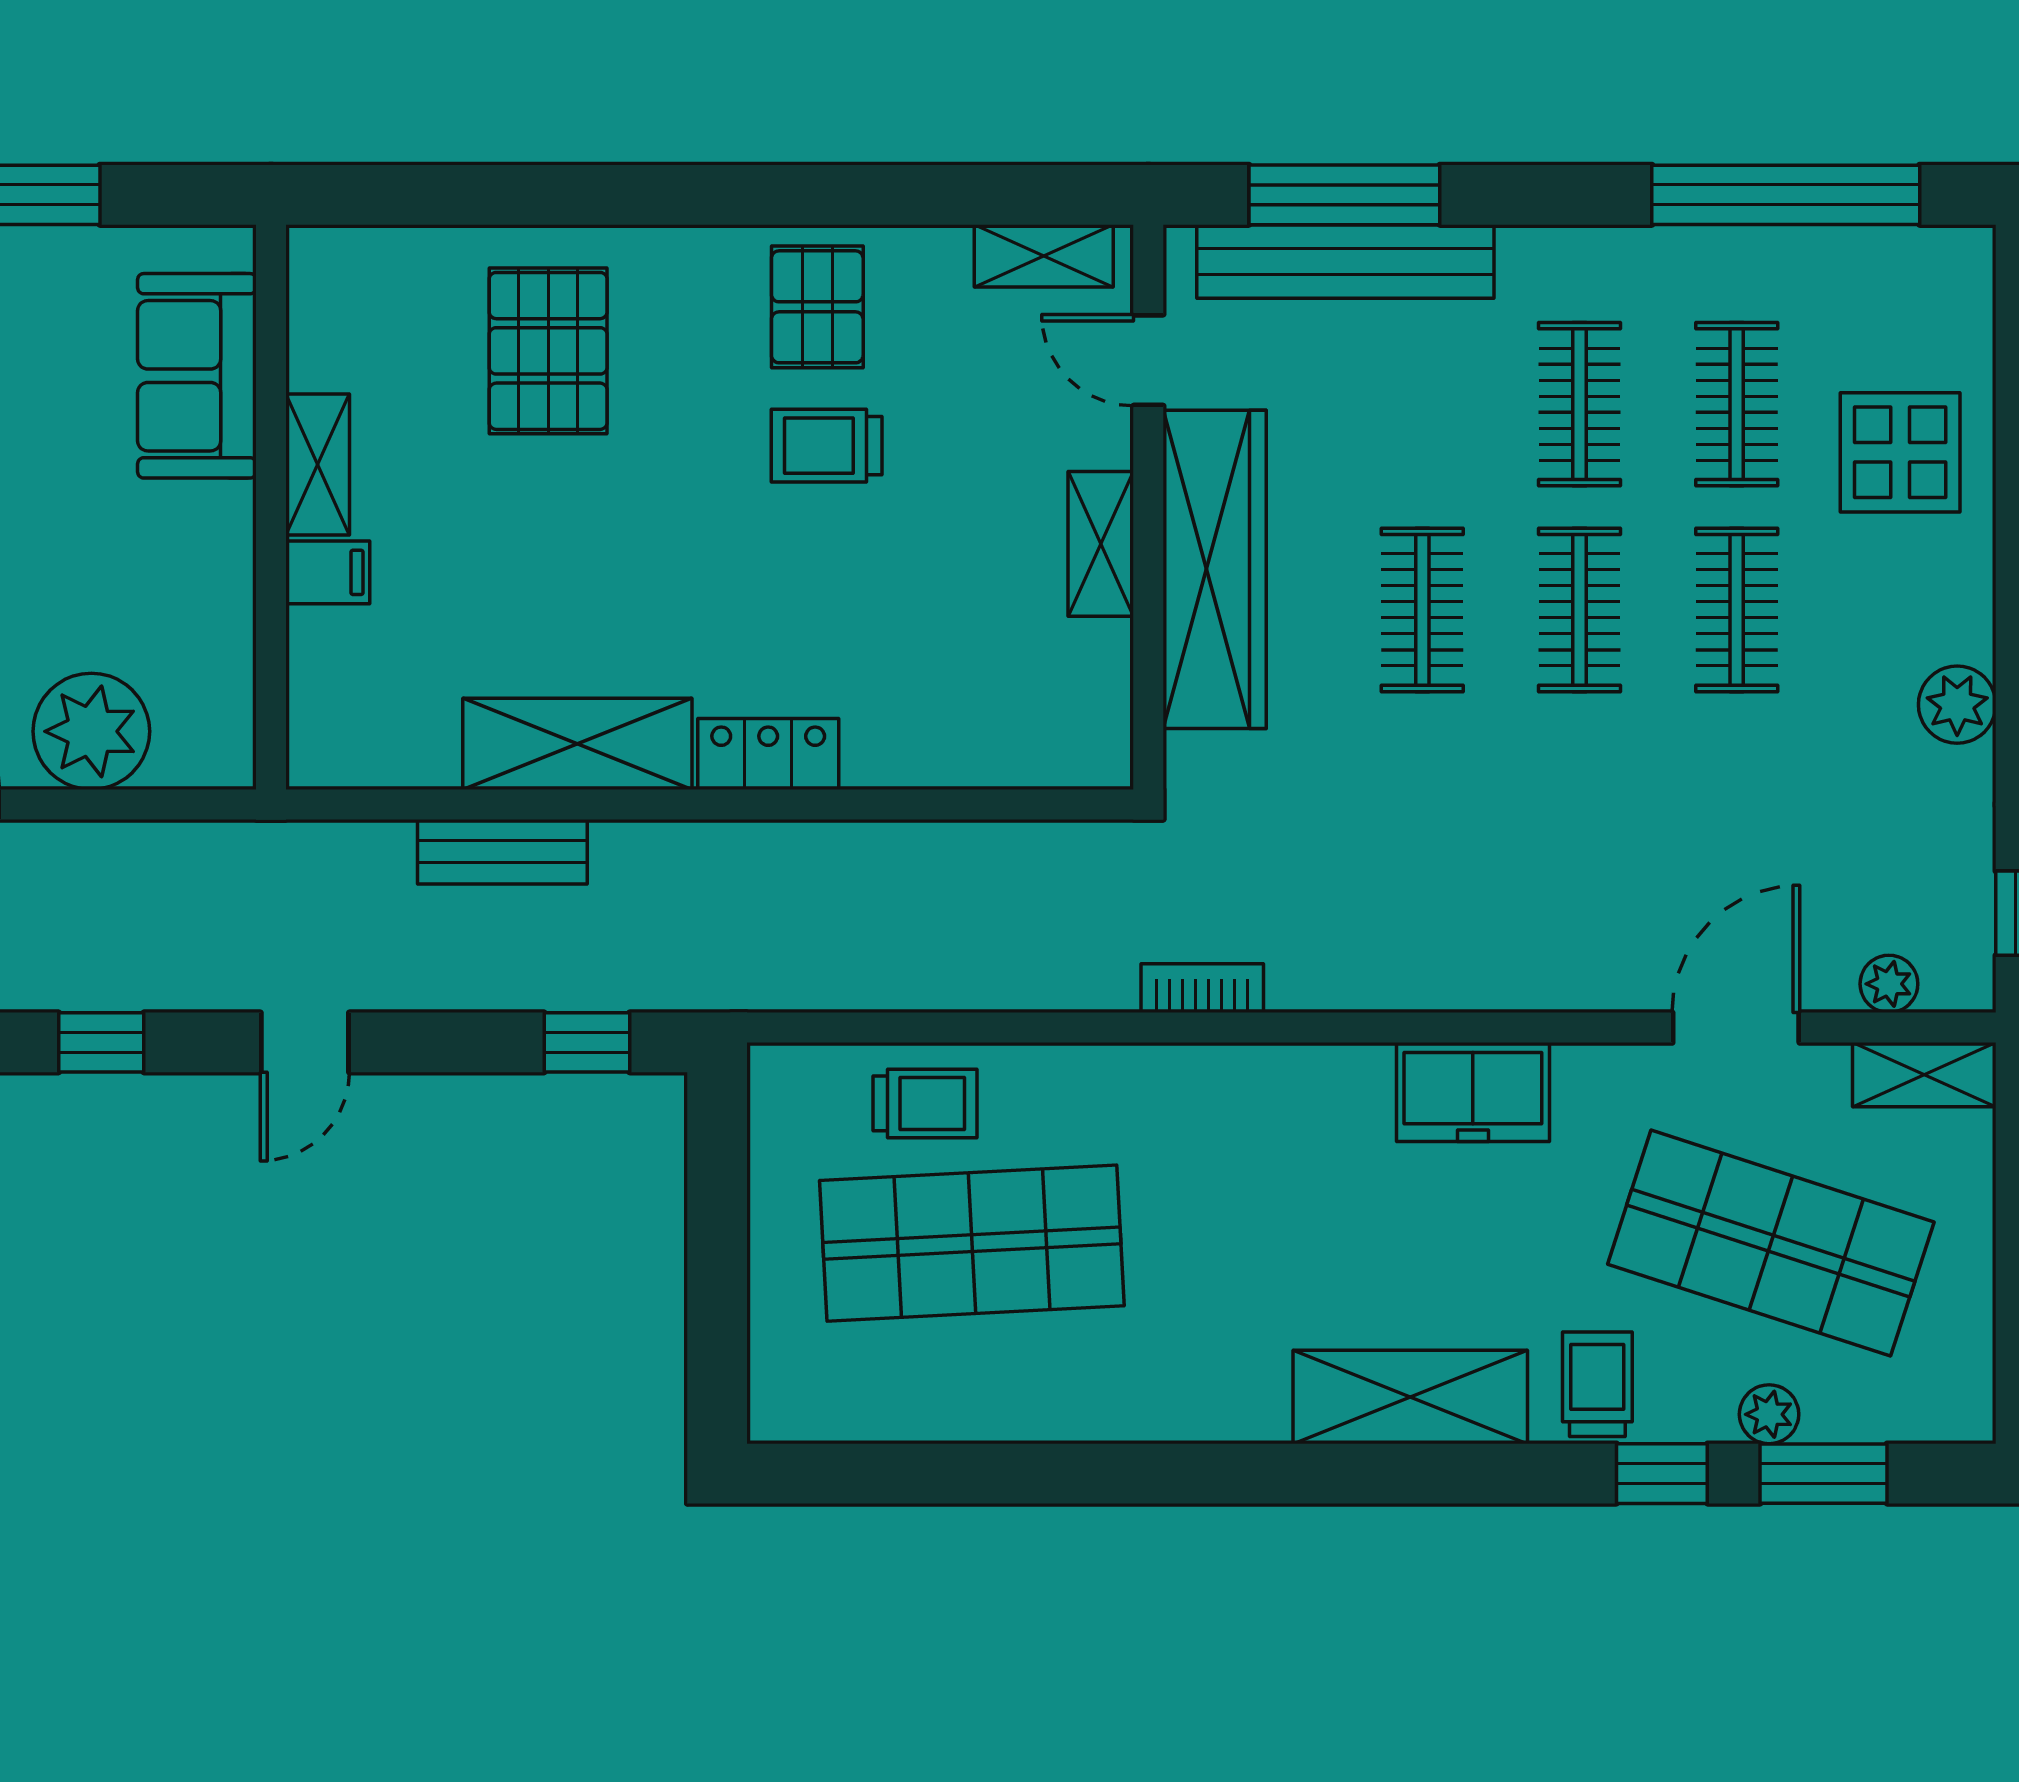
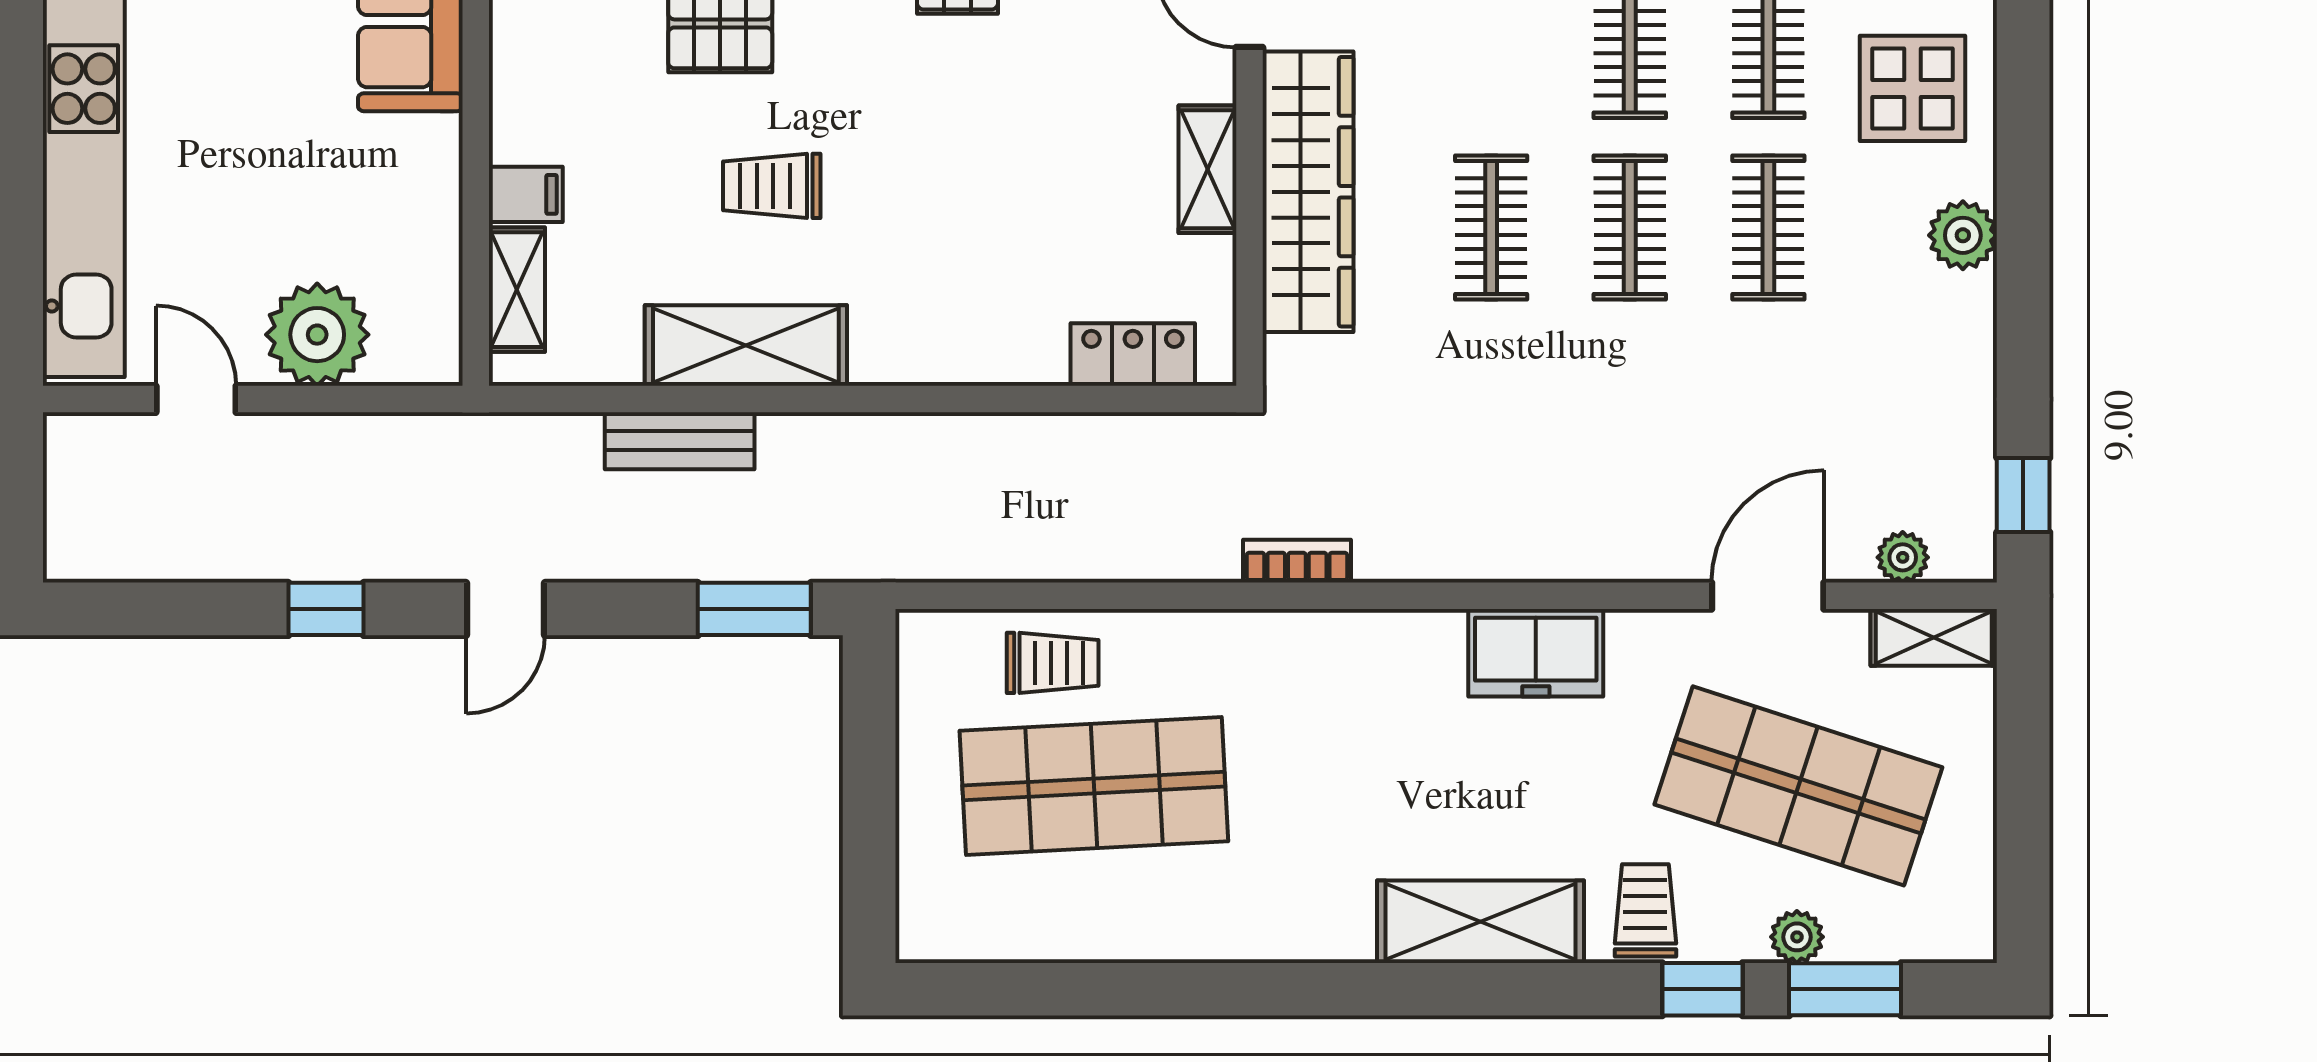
trolley: (827, 446) -> (772, 186), moved
shelving: (318, 464) -> (517, 290), moved
plant: (1957, 705) -> (1963, 235), moved
locker: (768, 754) -> (1133, 355), moved
window: (587, 1042) -> (754, 609), width x1.50

